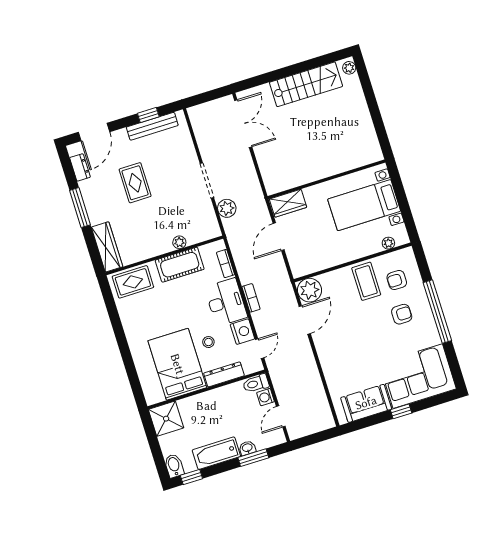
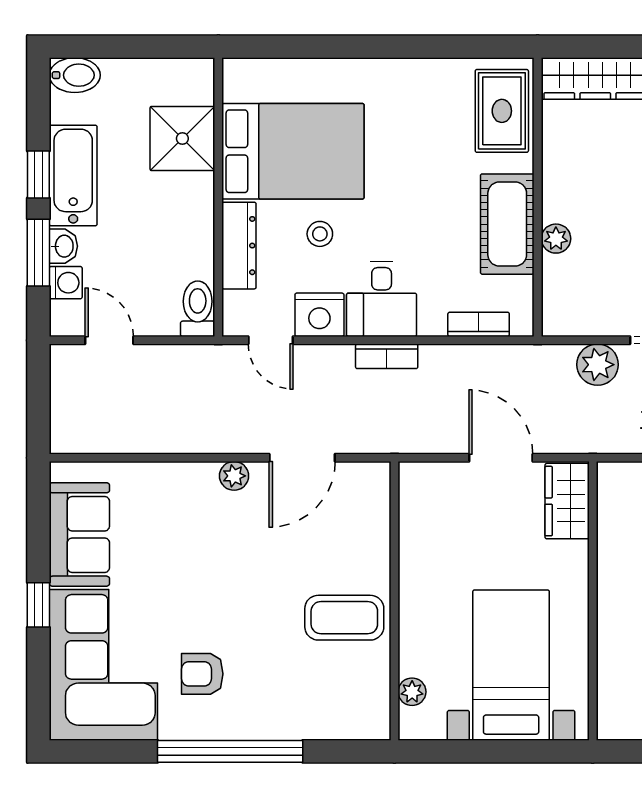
armchair: (397, 280) -> (326, 685), removed
plant: (310, 290) -> (234, 476), moved, width x0.53, depth x0.53
desk: (226, 302) -> (382, 299), width x0.73
armchair: (402, 314) -> (202, 674), moved, turned 90
door: (305, 320) -> (302, 458), hinge flipped
washing machine: (266, 397) -> (66, 283), moved, turned 90
shower: (166, 419) -> (182, 139), moved
window: (191, 477) -> (38, 174), moved

